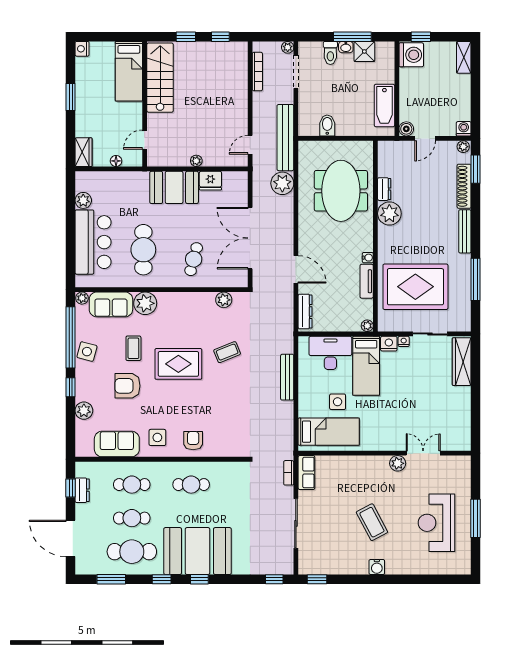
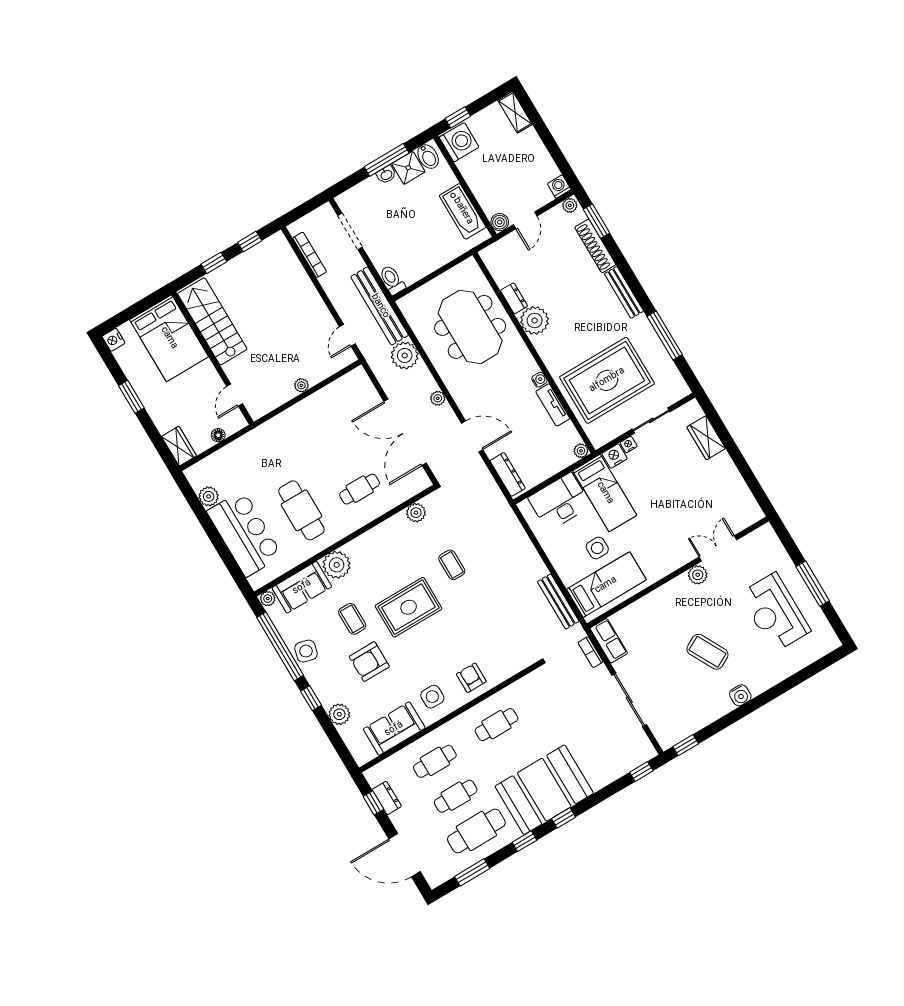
plant: (288, 47) -> (438, 398), moved
toilet: (330, 53) -> (392, 280), moved, turned 180
bed: (129, 71) -> (169, 338), width x1.50
bidet: (327, 125) -> (428, 157), moved, turned 180
fridge: (210, 181) -> (328, 397), removed
booth: (174, 187) -> (295, 427), removed
cafe table: (194, 259) -> (360, 489), turned 75
coffee table: (227, 352) -> (452, 565), turned -68
wardrobe: (462, 362) -> (706, 438), width x0.67
bench: (287, 377) -> (558, 601), moved

